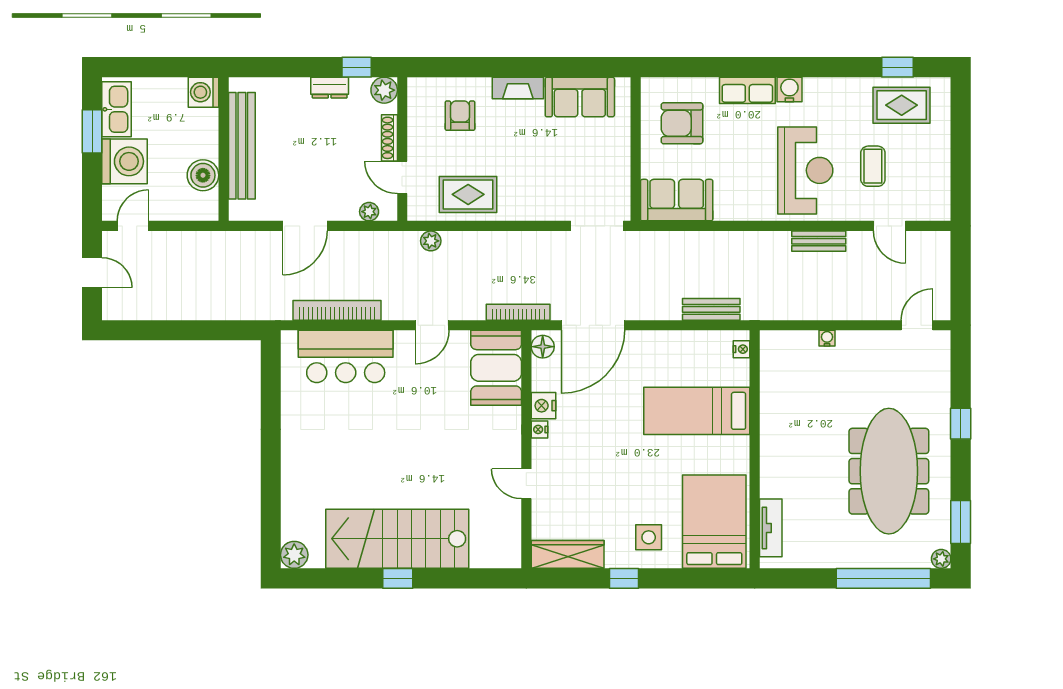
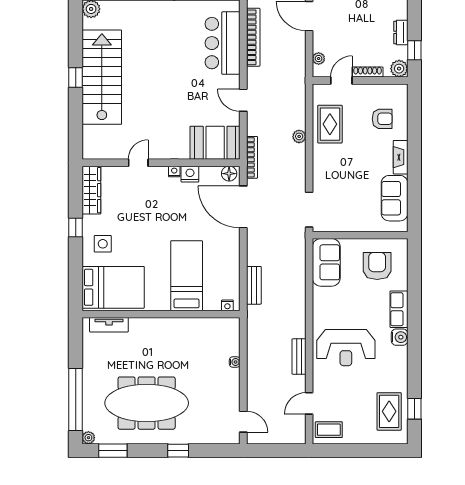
coffee table: (873, 166) -> (329, 430), moved
plant: (431, 241) -> (299, 136), moved

